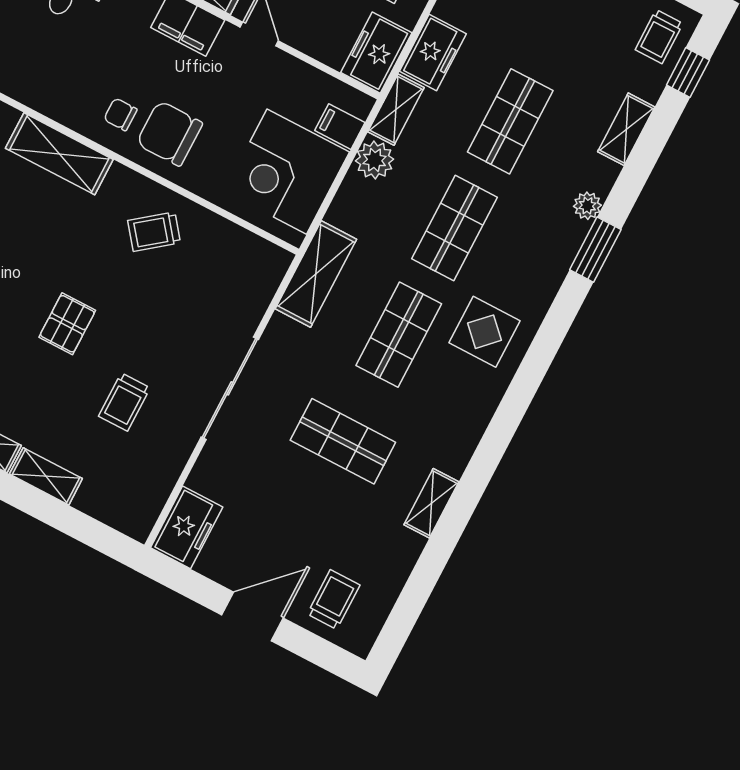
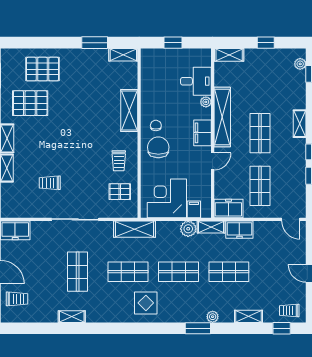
trolley: (154, 232) -> (119, 161), turned -142
pallet: (67, 324) -> (120, 192), moved

